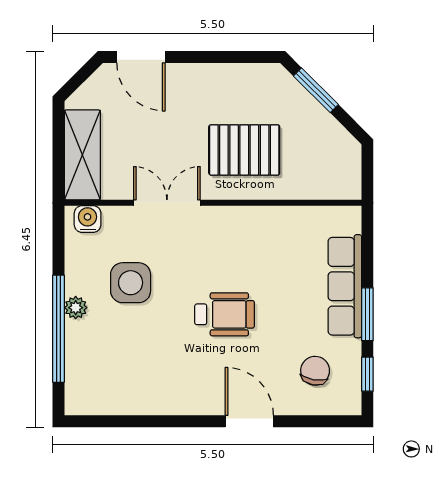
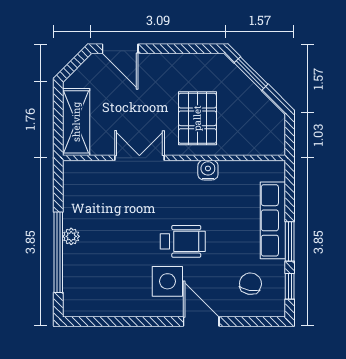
pallet: (244, 150) -> (197, 118), turned 90
water cooler: (88, 219) -> (208, 170), moved
side table: (131, 283) -> (167, 281), moved

